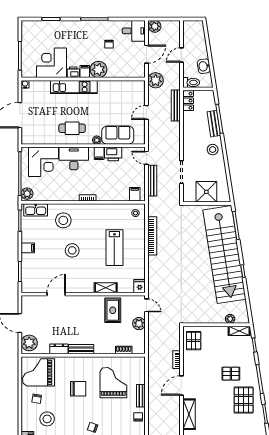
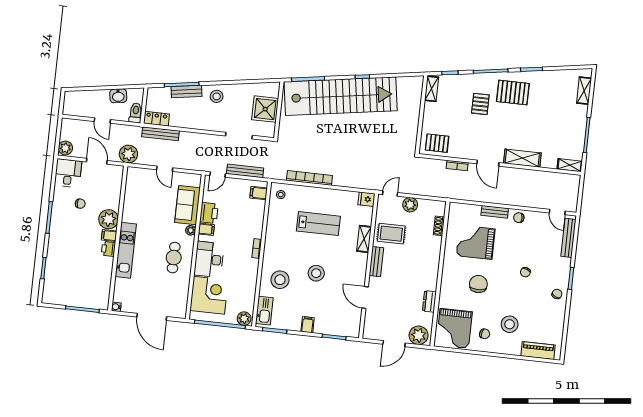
corner desk: (52, 63) -> (95, 273), removed
plant: (230, 319) -> (416, 98), removed
bench: (81, 349) -> (376, 262), moved

